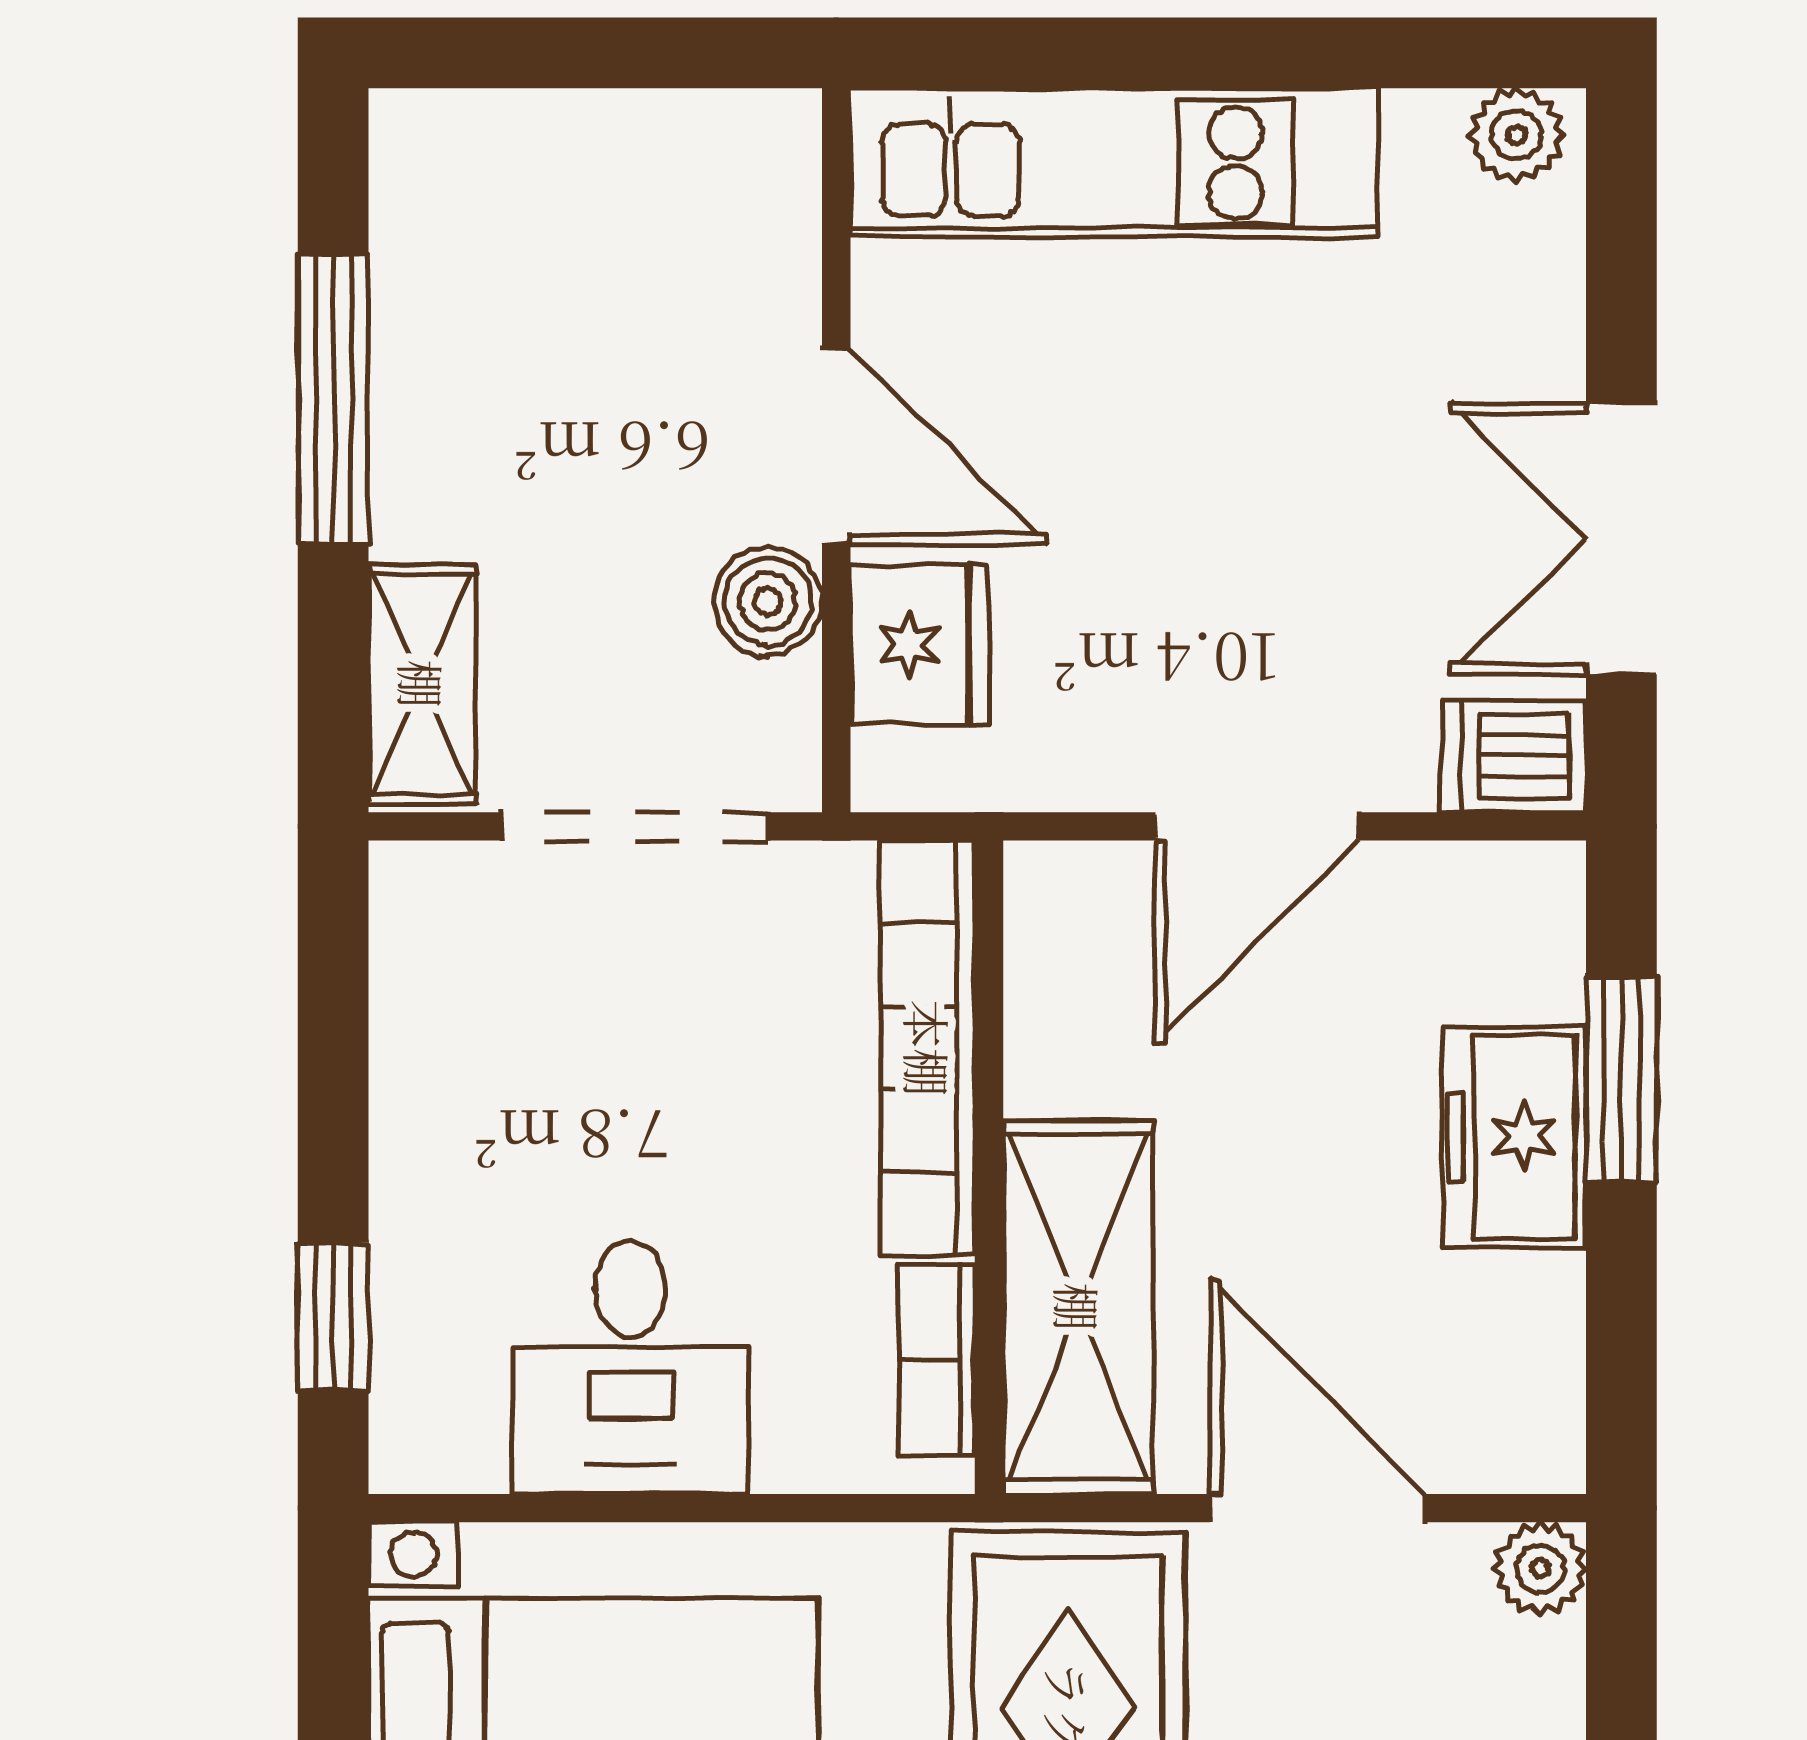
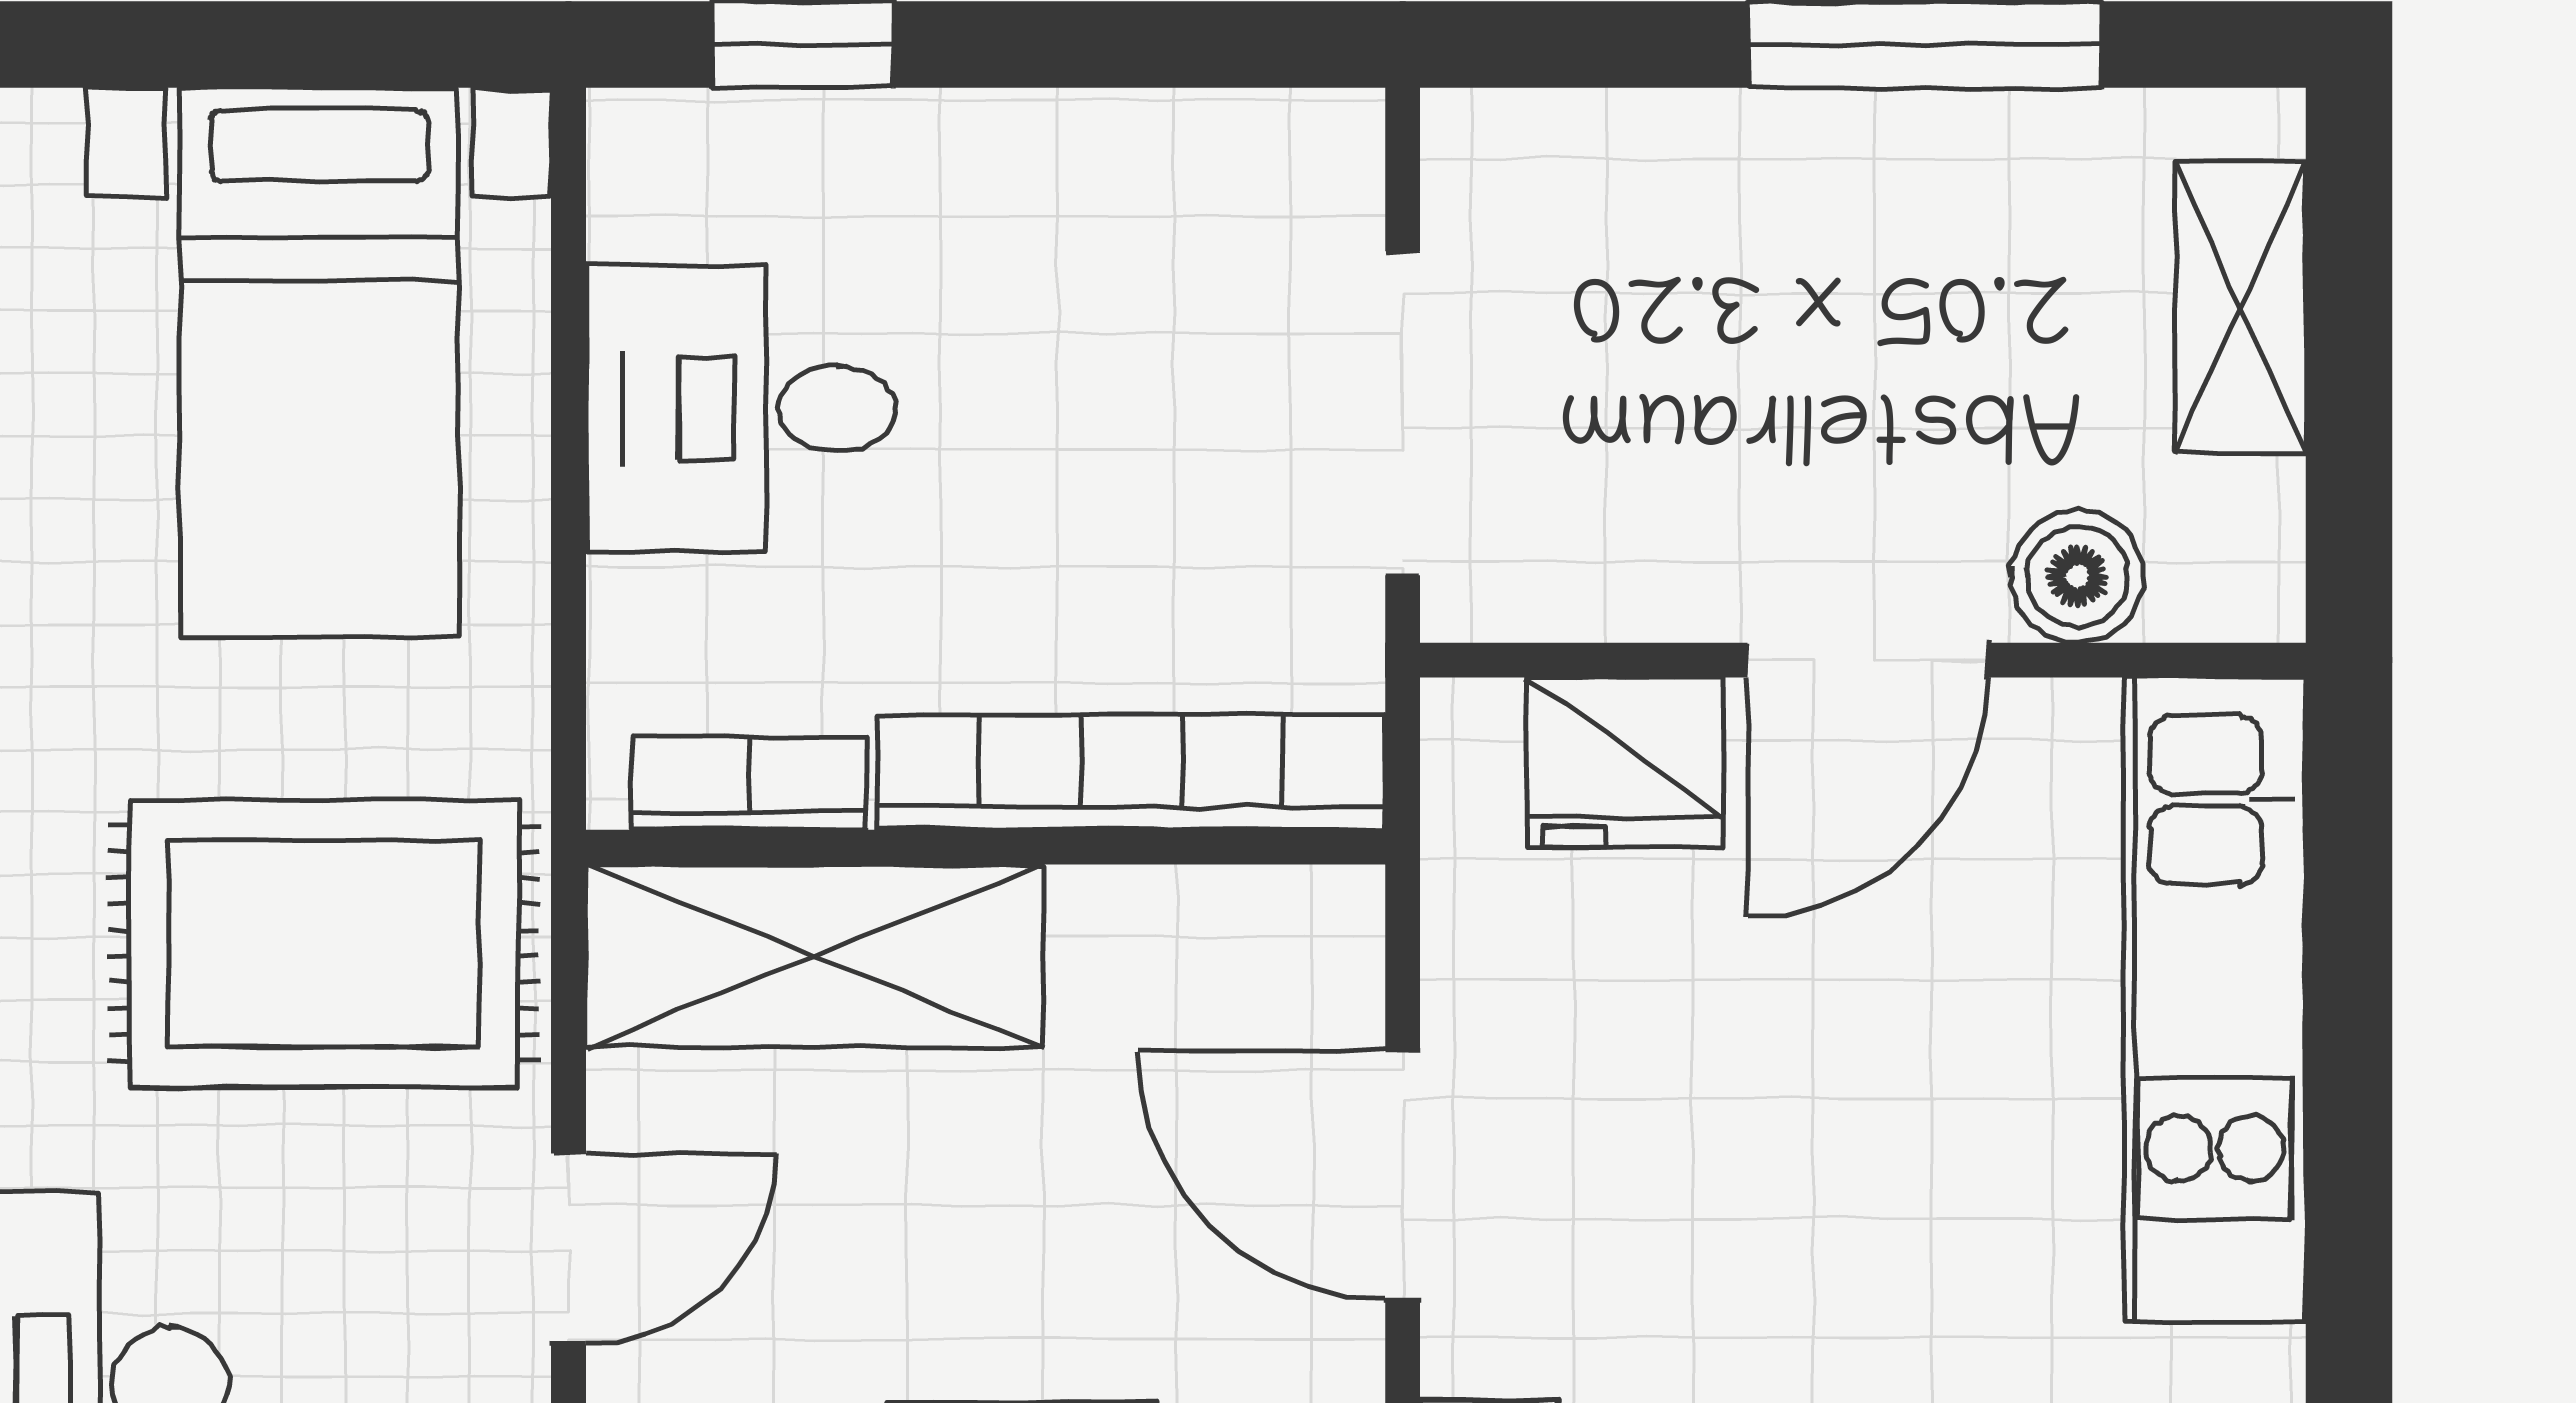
boiler: (768, 602) -> (2078, 576), moved
shelving: (422, 684) -> (2240, 307), moved, turned 90
door: (1317, 1508) -> (569, 1249), width x0.73

